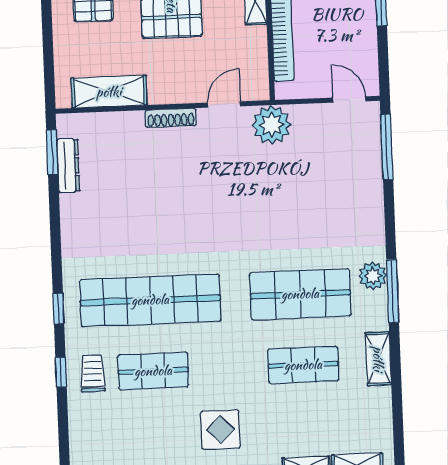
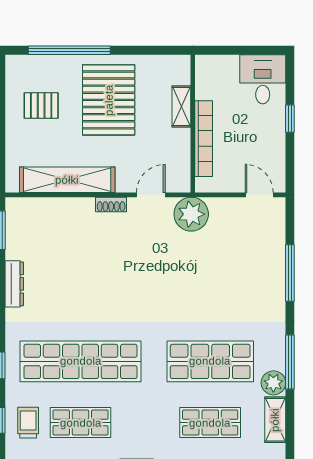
shelving: (109, 92) -> (67, 180), width x1.47
shoe rack: (171, 118) -> (111, 205), width x0.70
window: (387, 147) -> (290, 273), moved
dresser: (68, 166) -> (14, 284), moved
plant: (373, 276) -> (273, 383), moved

